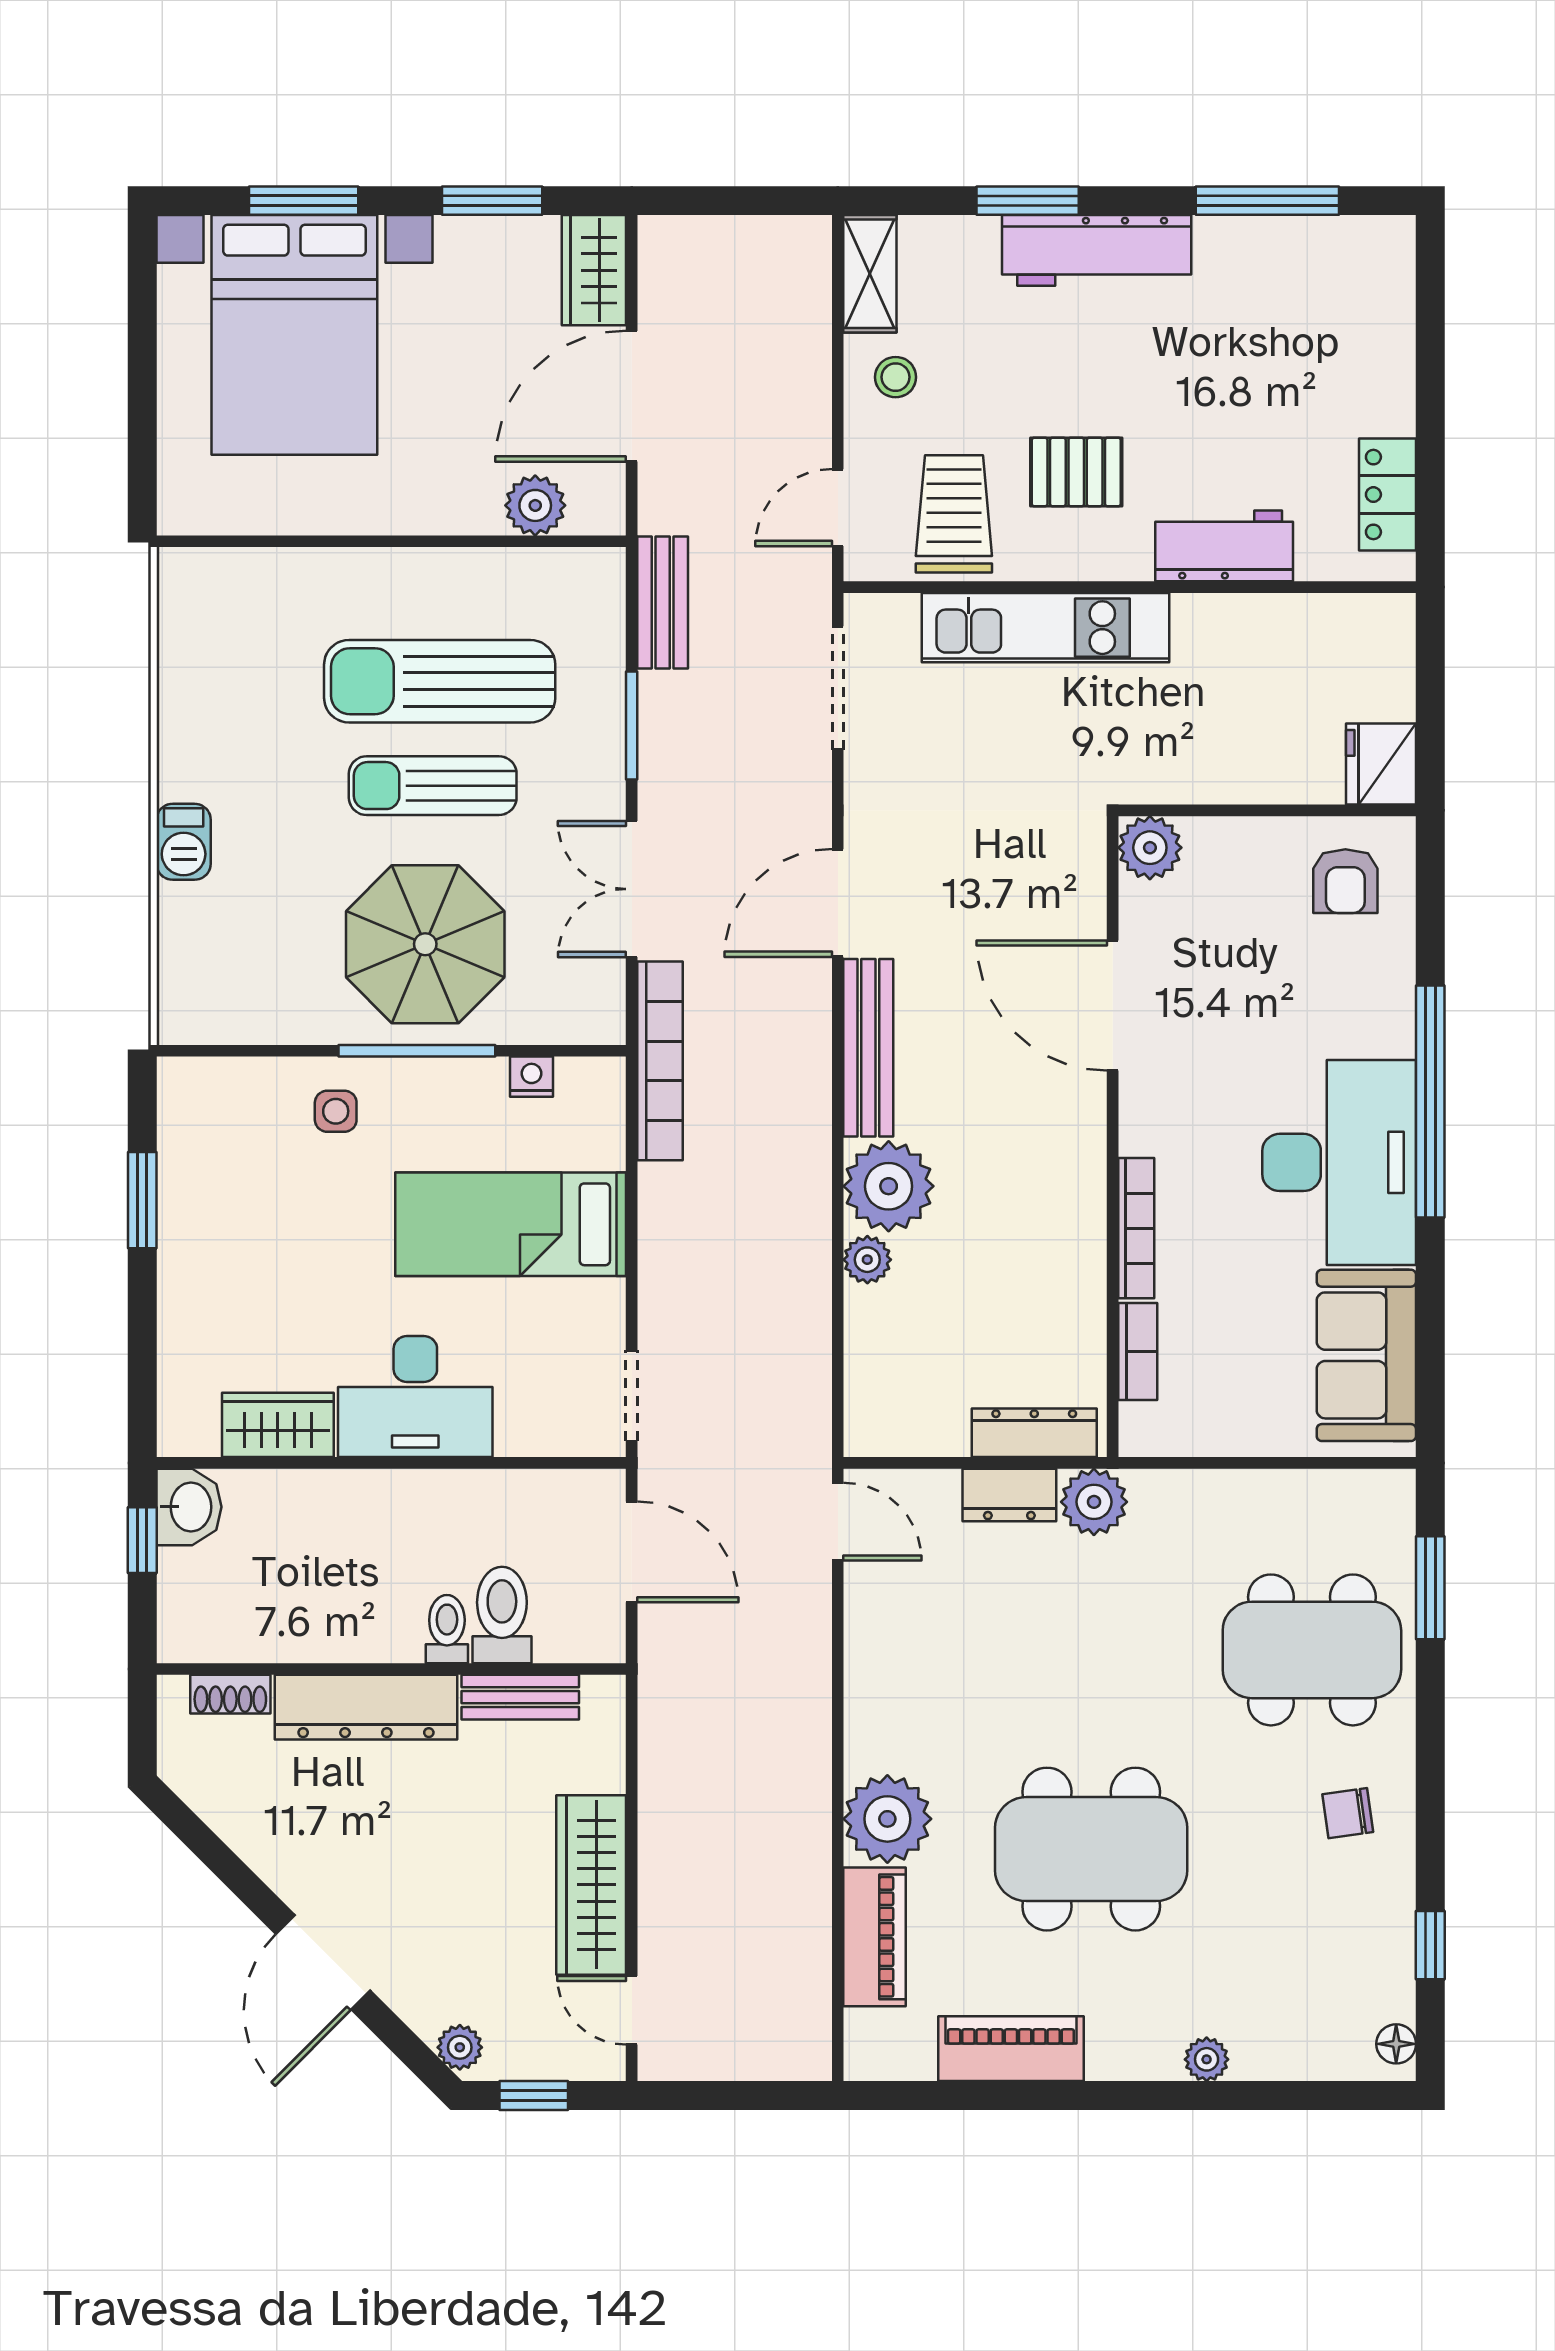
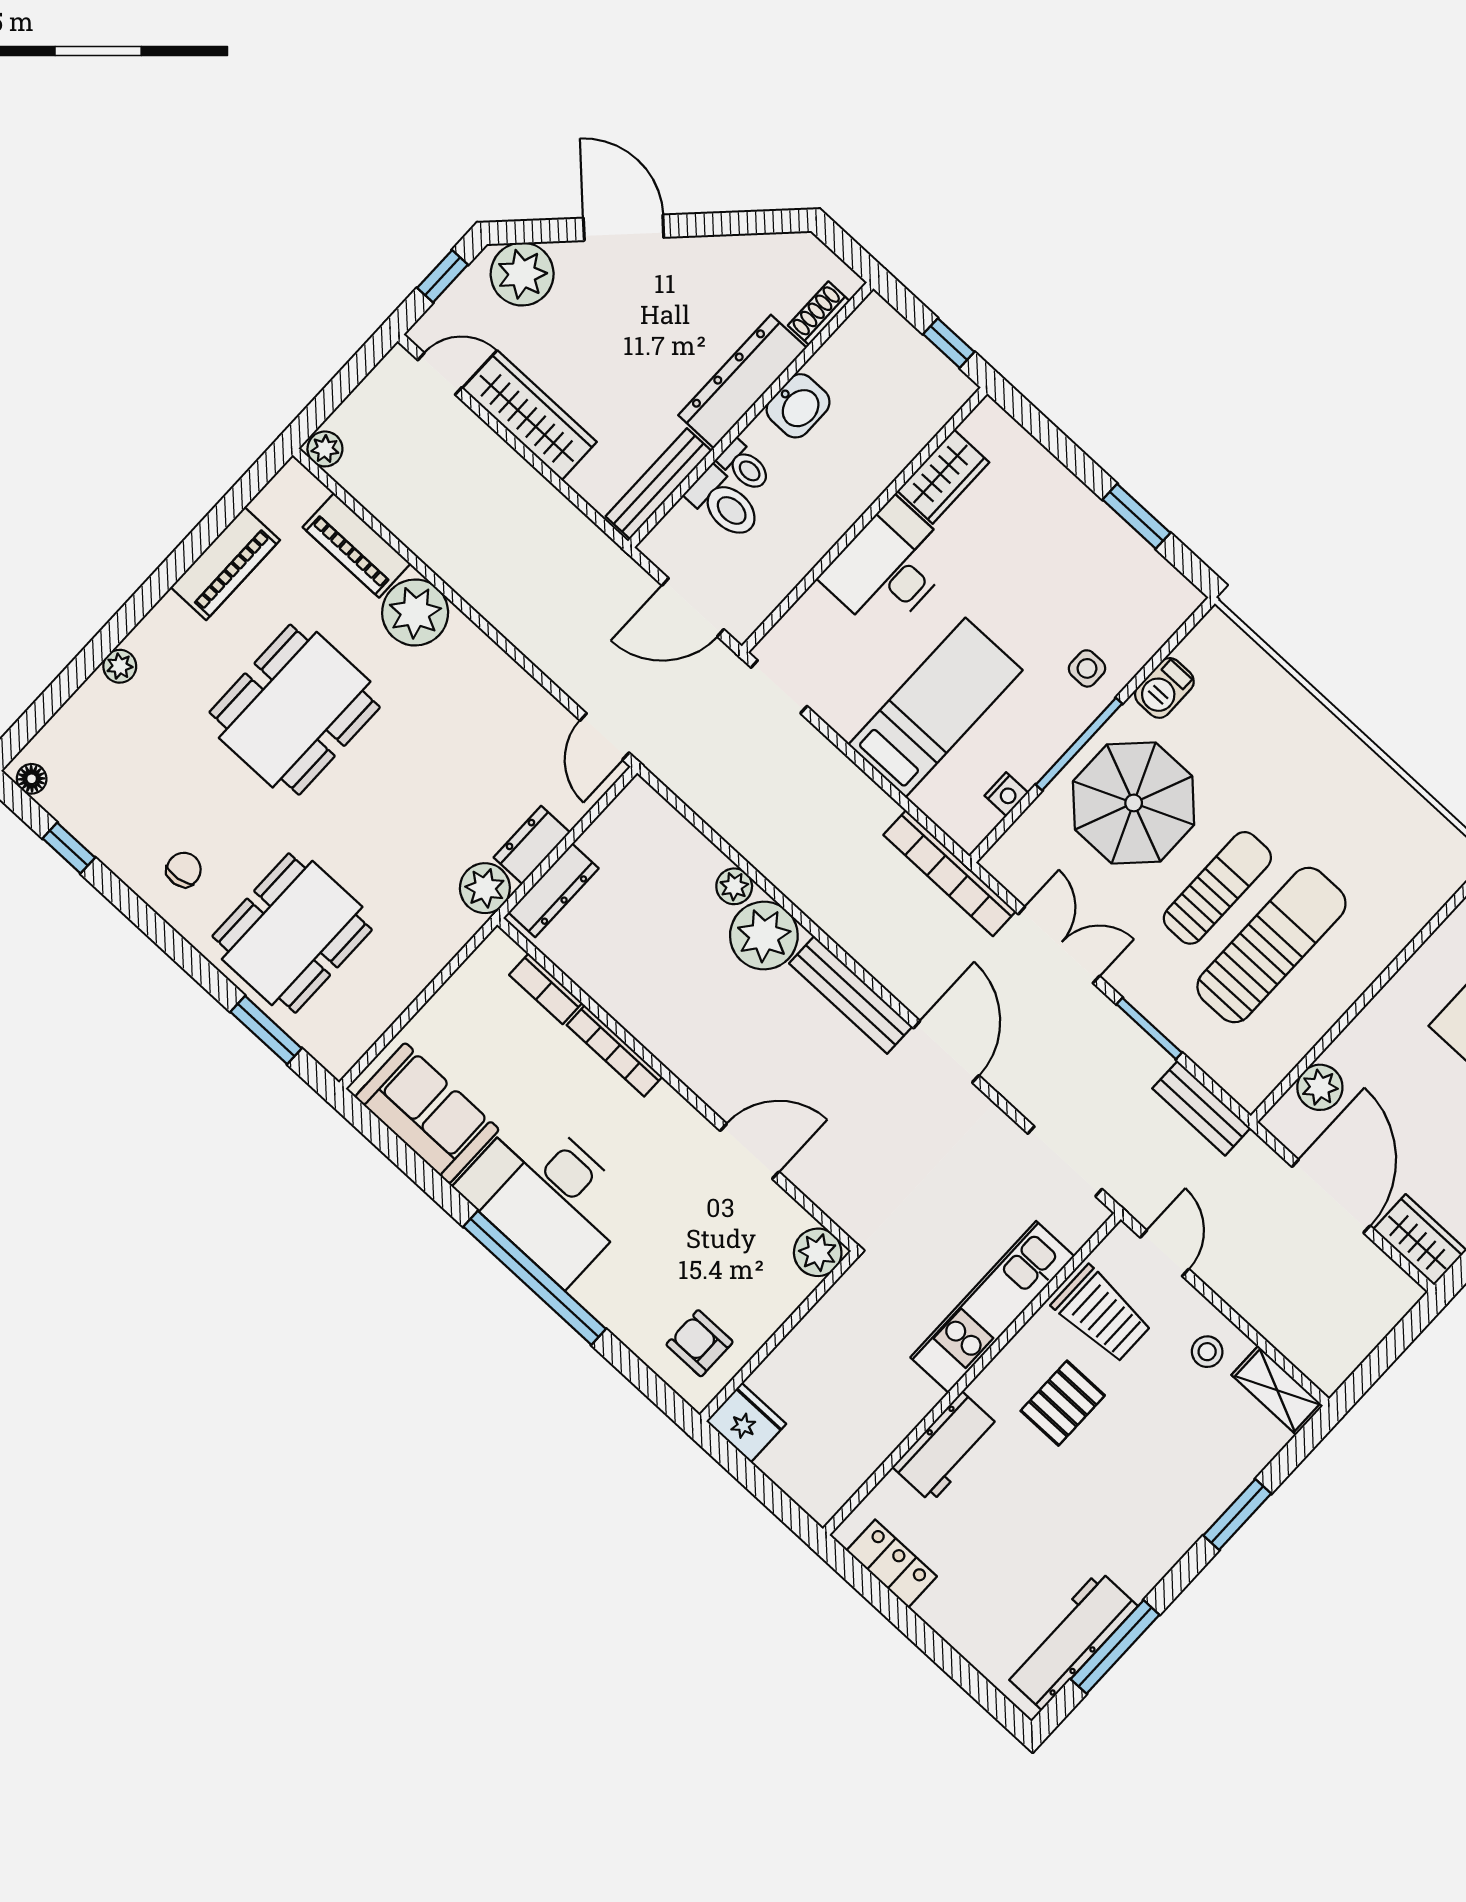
workbench: (1097, 250) -> (1070, 1640), moved
barbecue: (184, 842) -> (1164, 688), moved, turned -90
door: (1113, 1006) -> (750, 1151), width x0.73
washbasin: (189, 1507) -> (798, 406), moved, turned -90
door: (838, 1522) -> (605, 737), hinge flipped
bench: (520, 1697) -> (659, 484), width x1.36
plant: (460, 2047) -> (522, 274), width x1.88, depth x1.88
plant: (809, 2055) -> (325, 449), added

